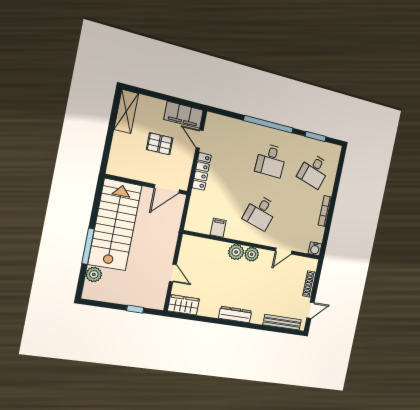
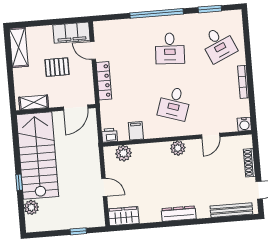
shelving: (126, 171) -> (34, 102), added
desk: (314, 171) -> (218, 44), turned -42
printer: (192, 225) -> (109, 135), added
window: (88, 246) -> (19, 182), width x0.46
plant: (236, 252) -> (123, 153), moved

